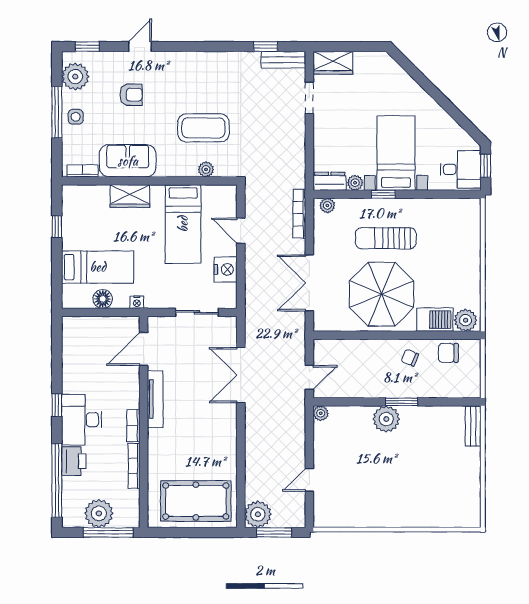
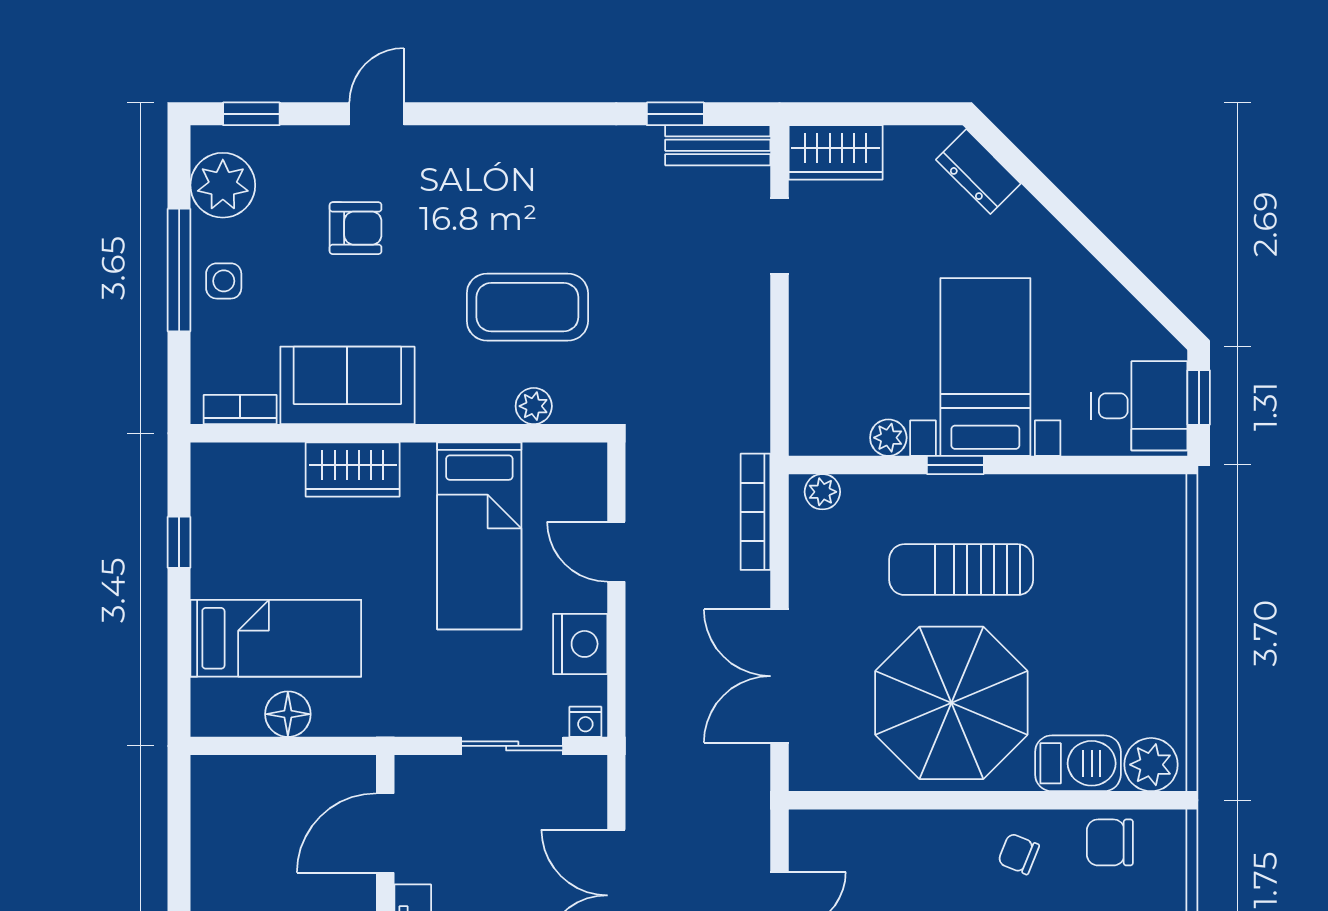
dresser: (330, 181) -> (978, 172), moved, turned -135
nightstand: (137, 302) -> (585, 722), moved

